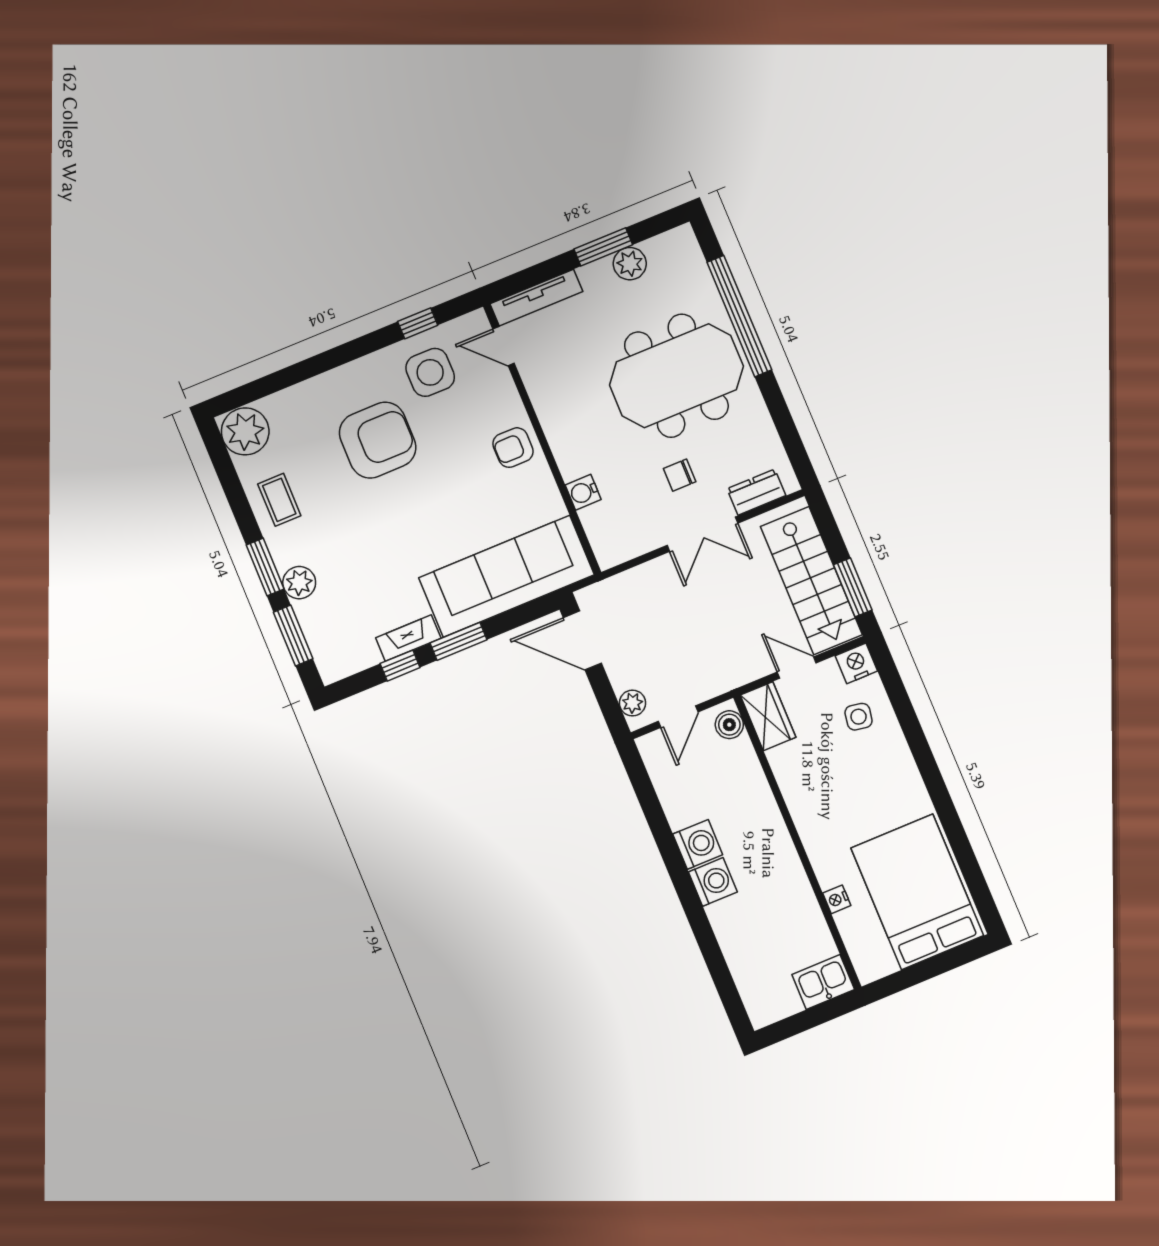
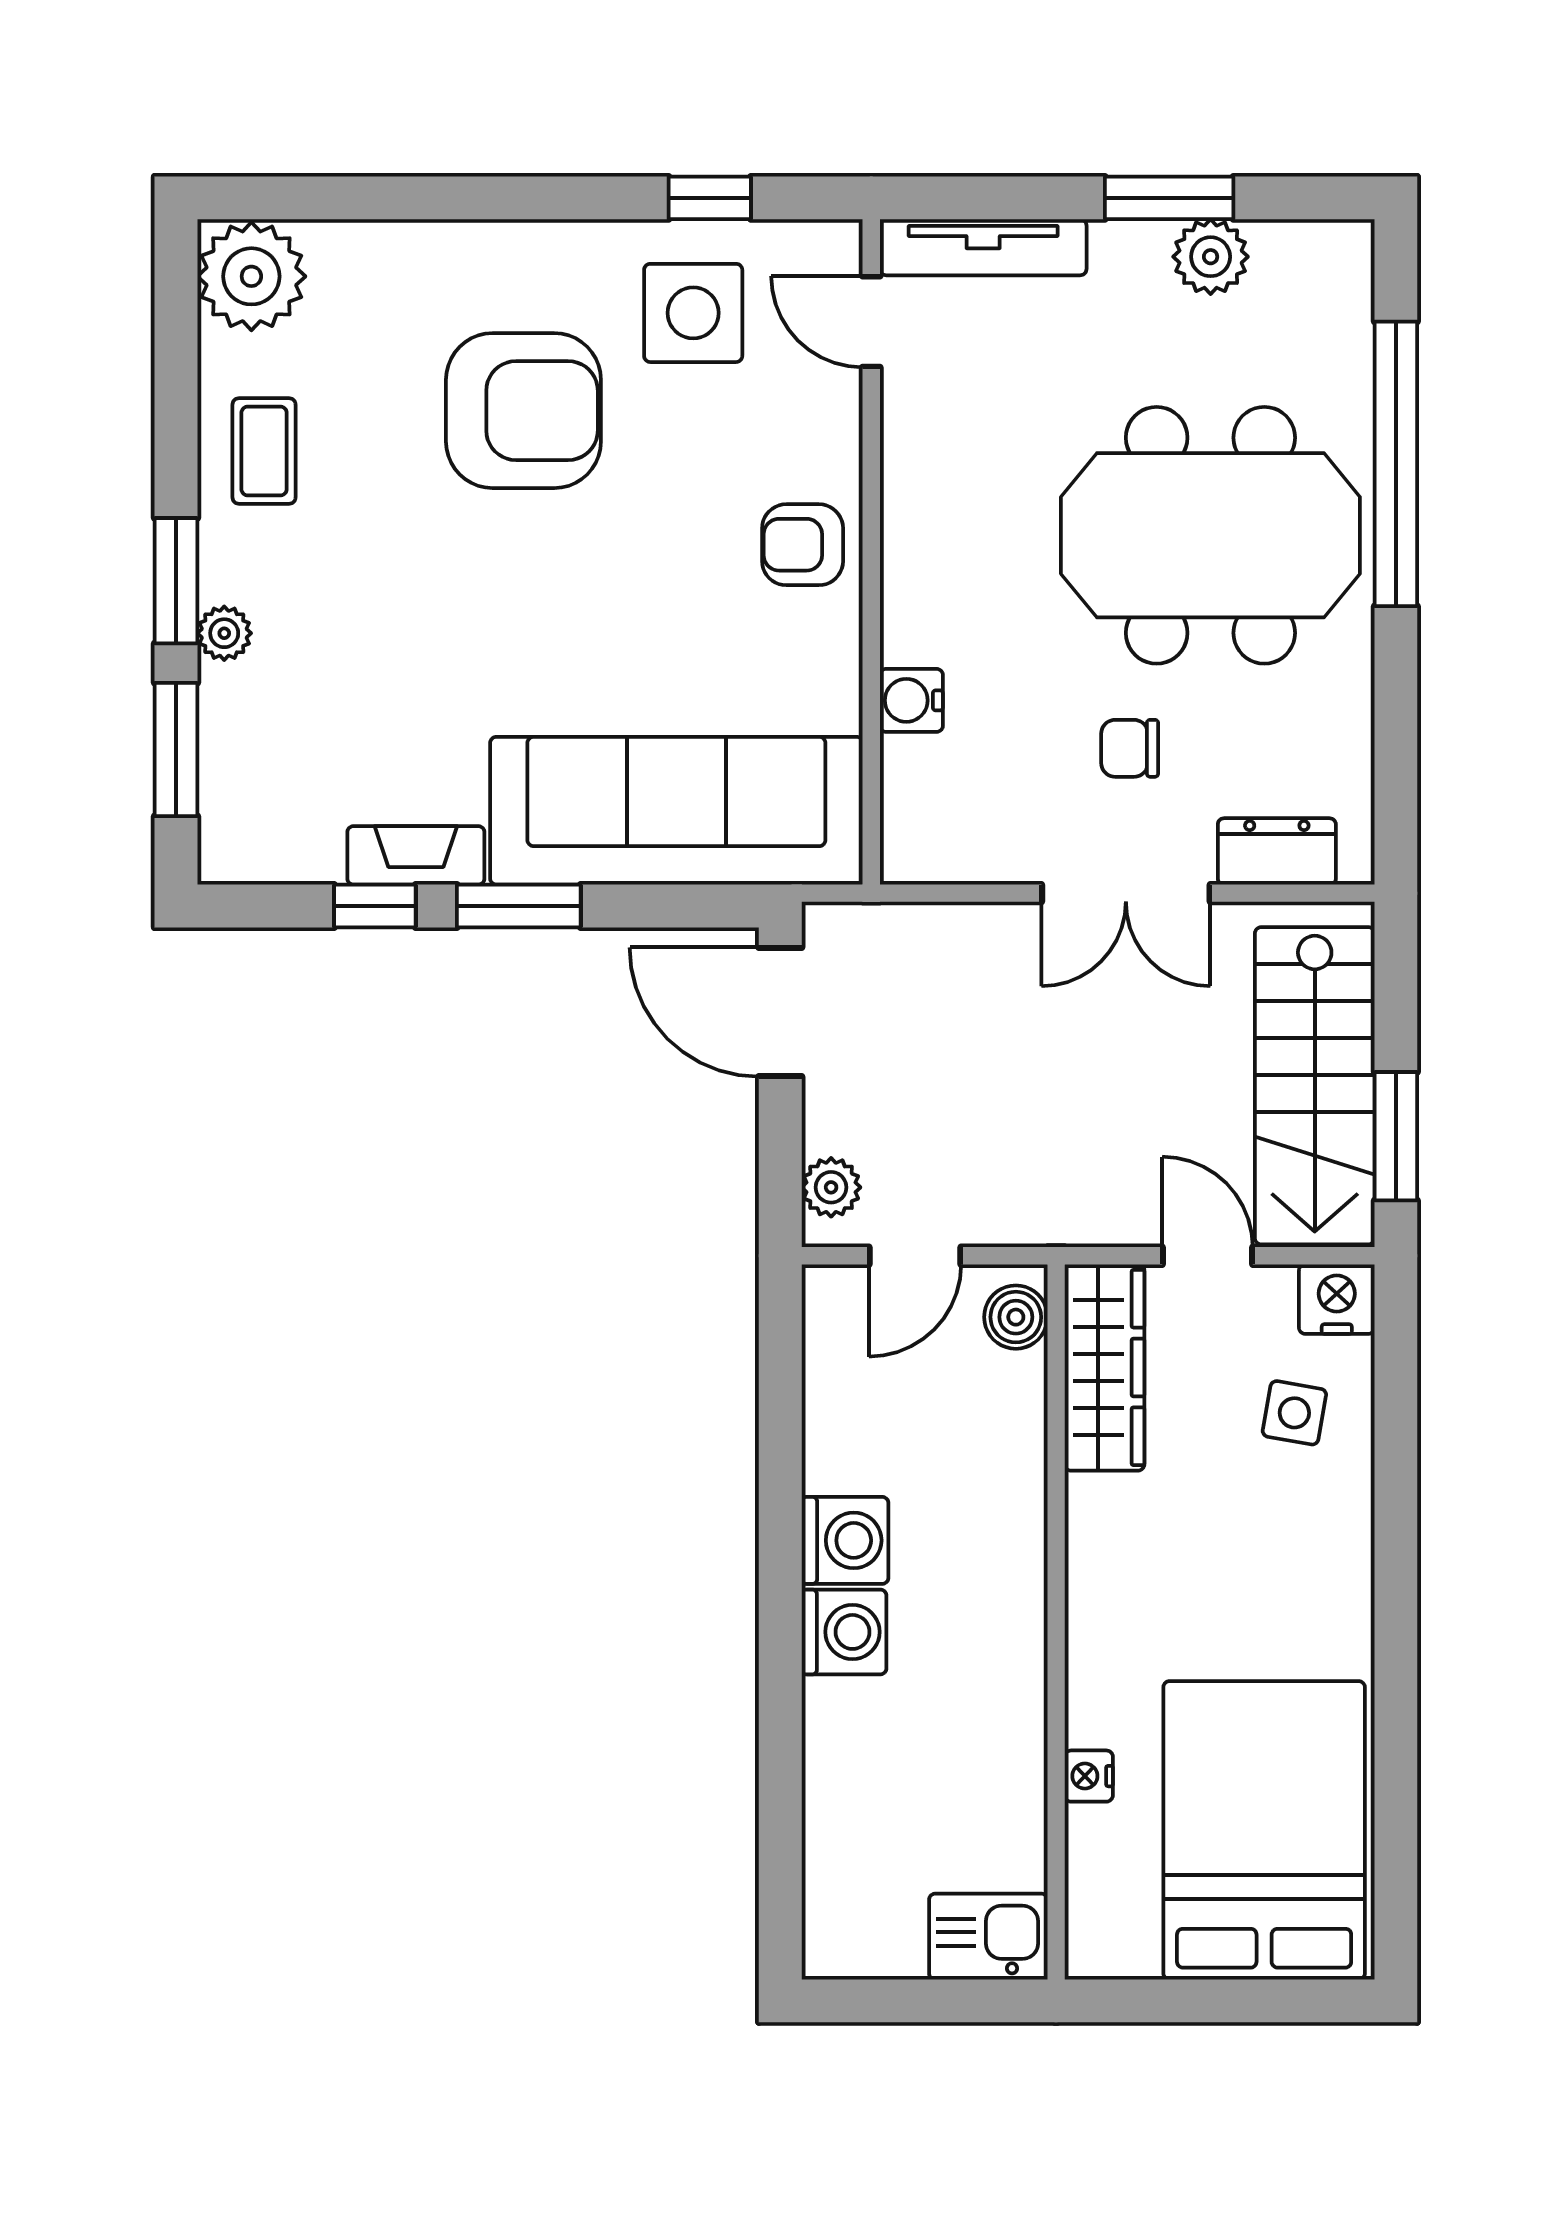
plant: (299, 583) -> (224, 633), width x0.73, depth x0.73
wardrobe: (768, 716) -> (1104, 1367), width x1.50

